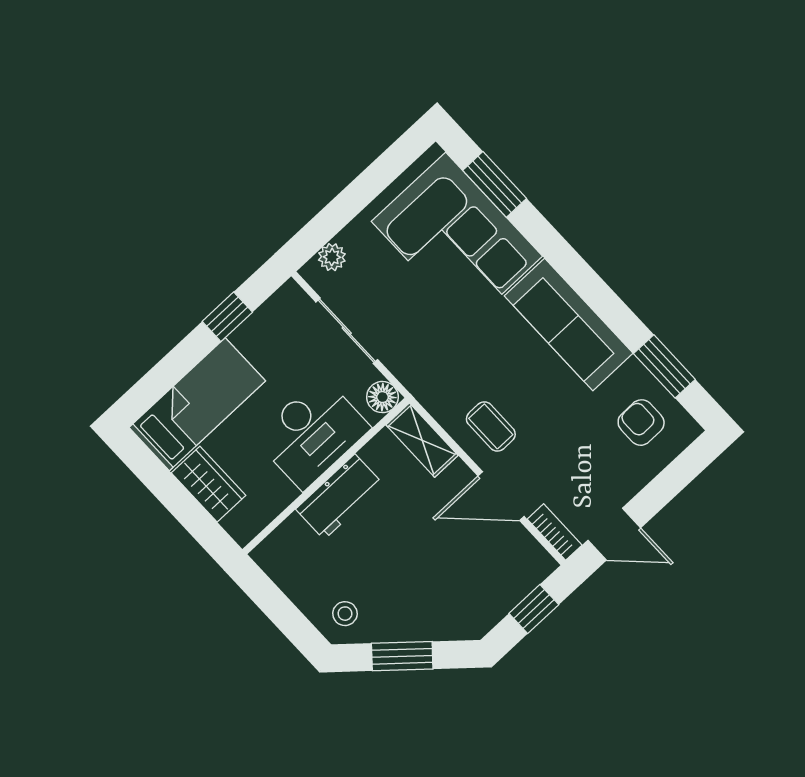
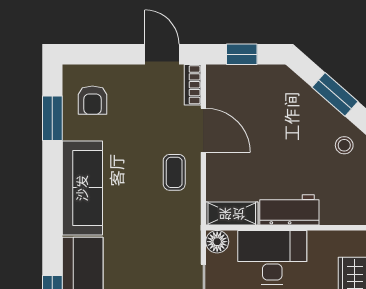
shelving: (422, 440) -> (232, 214), moved, turned 90

